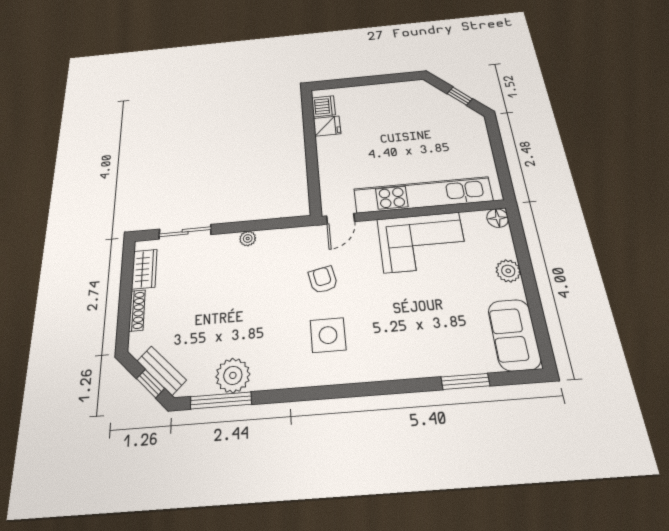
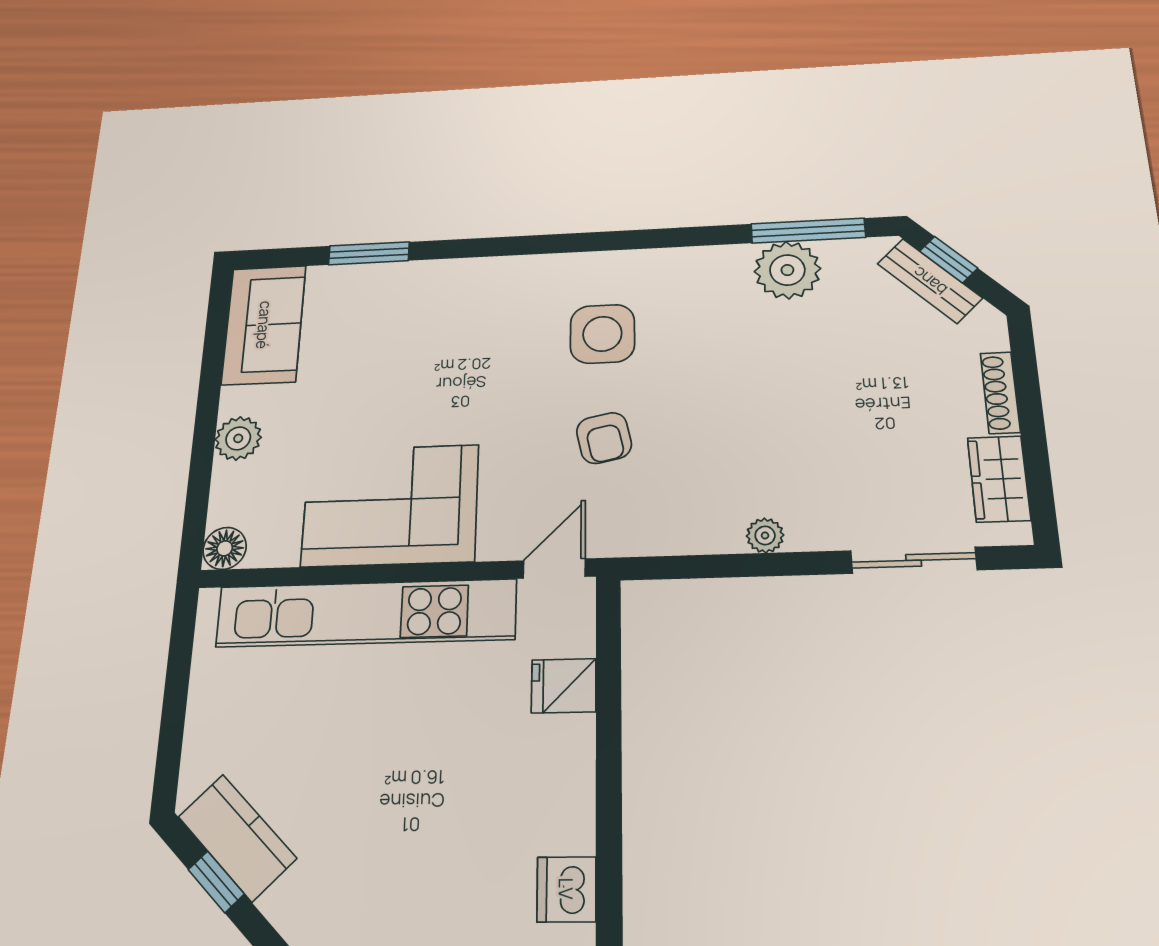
kitchen counter: (456, 111) -> (237, 837), added
fridge: (327, 126) -> (564, 686), moved

